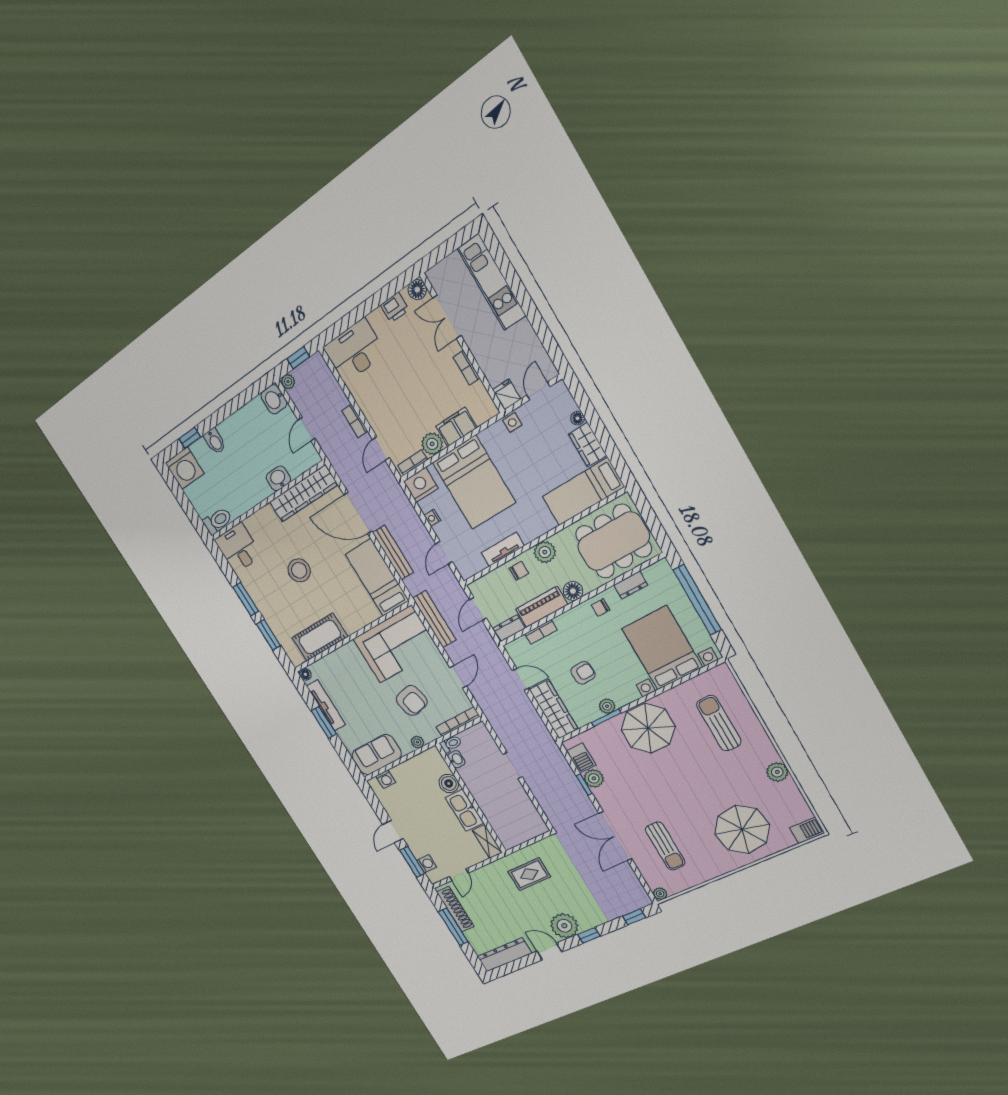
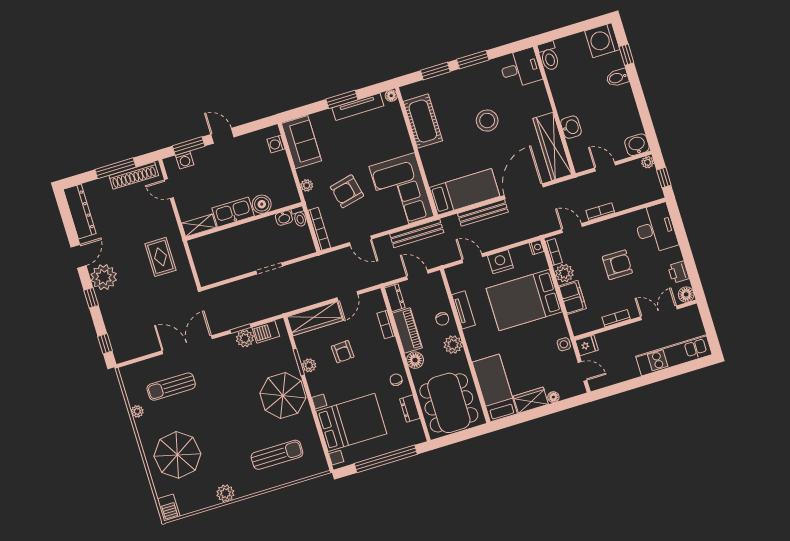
armchair: (406, 384) -> (617, 265), added
nightstand: (421, 485) -> (537, 247), width x0.53, depth x0.56
nightstand: (432, 518) -> (500, 262), width x1.89, depth x1.79
plant: (660, 894) -> (137, 411), moved

